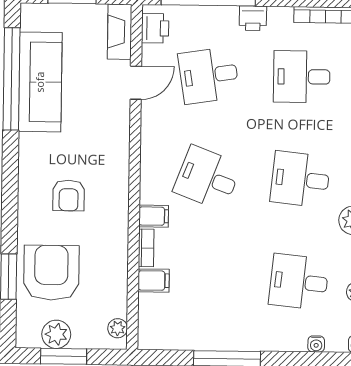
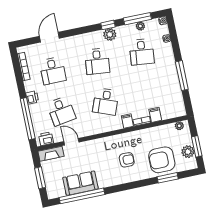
sofa: (40, 82) -> (80, 183), width x0.73

